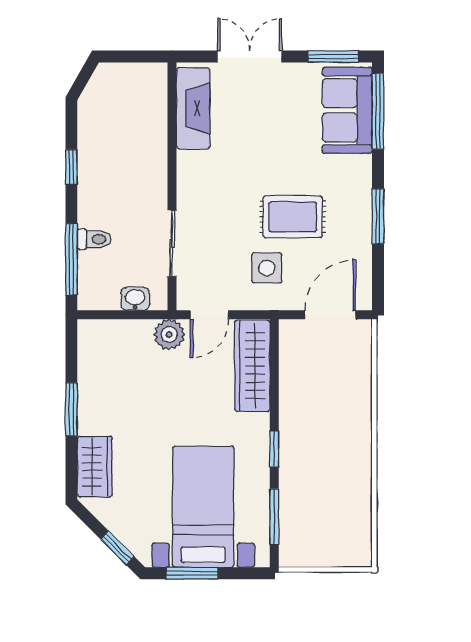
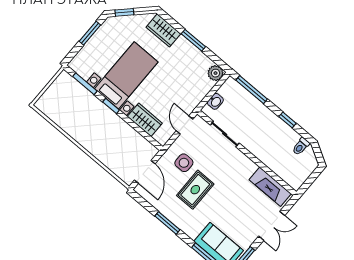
toilet: (94, 239) -> (301, 146), moved
plant: (169, 334) -> (216, 73), moved
wardrobe: (252, 366) -> (145, 120), width x0.67
bed with nightstands: (203, 507) -> (126, 75), moved, turned -90

